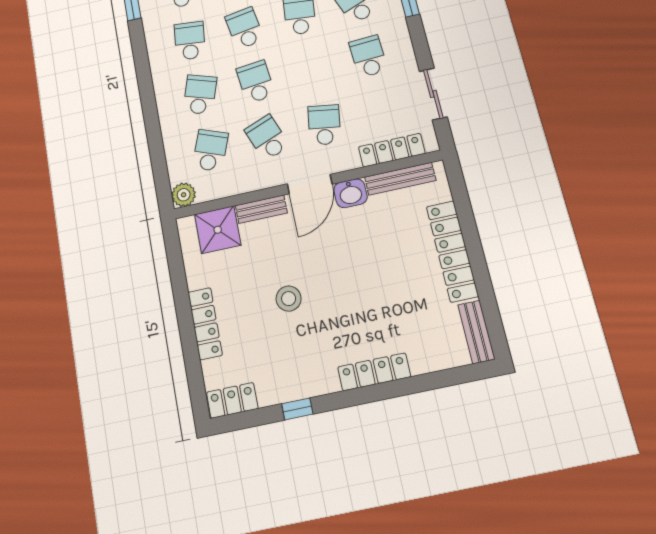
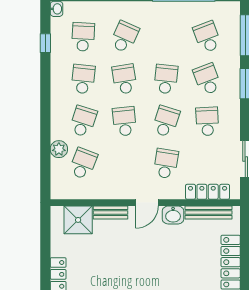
school desk: (267, 138) -> (166, 121), moved, turned 39
door: (310, 184) -> (147, 203), width x0.73
plant: (184, 195) -> (59, 149), moved
stool: (289, 299) -> (117, 276), removed

